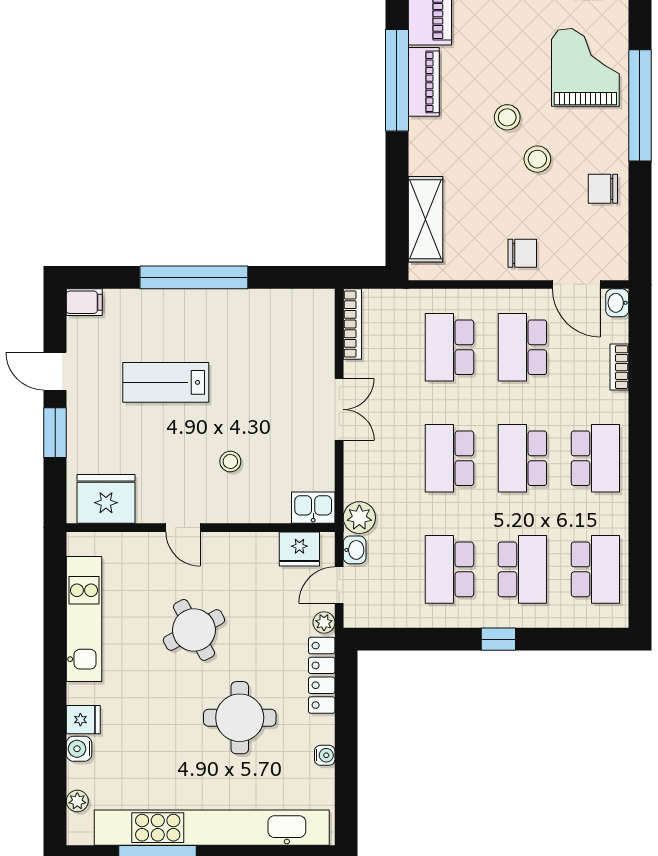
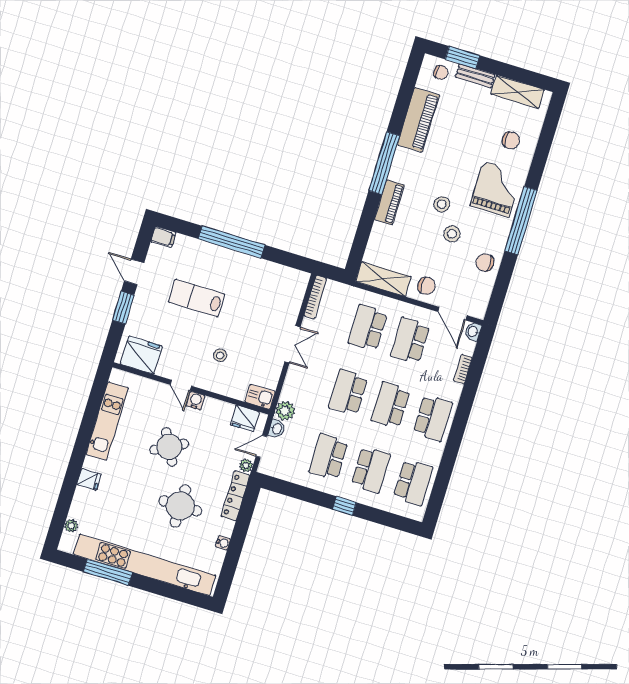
piano: (424, 82) -> (389, 202), moved
shelving: (425, 219) -> (383, 279), moved, turned 90
water cooler: (79, 749) -> (196, 401), moved, turned 90

